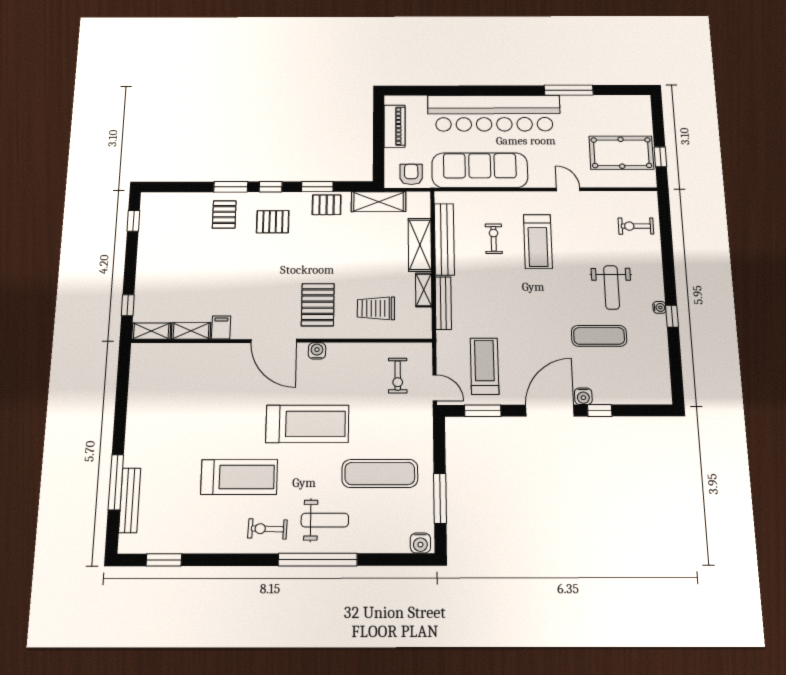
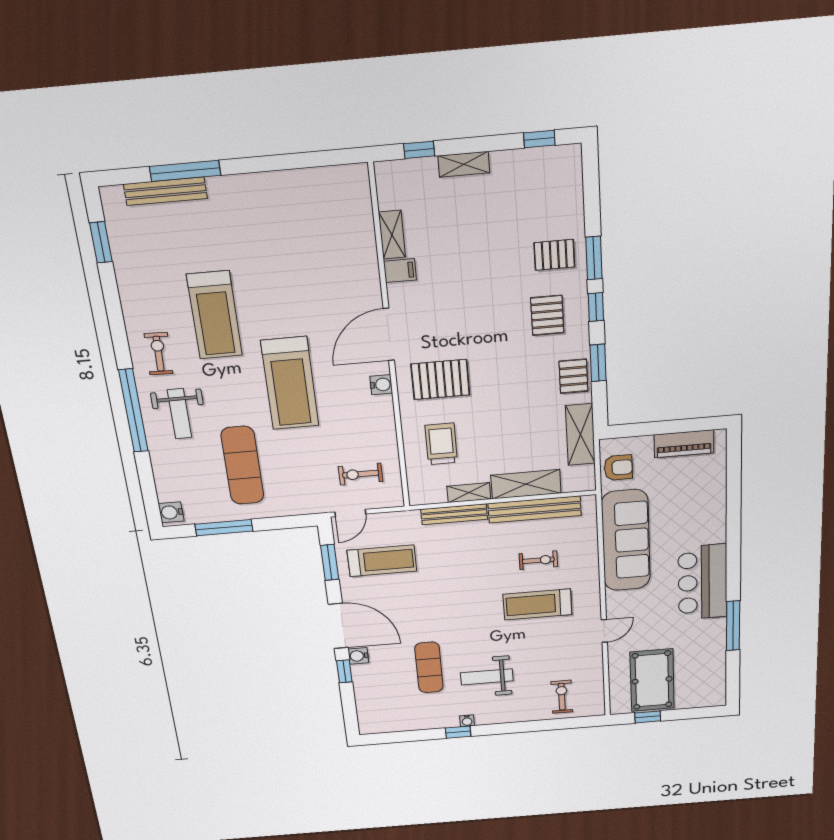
bar counter: (494, 113) -> (703, 582), width x0.54
shelving: (151, 331) -> (464, 164), moved, turned 90

